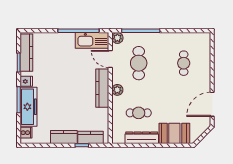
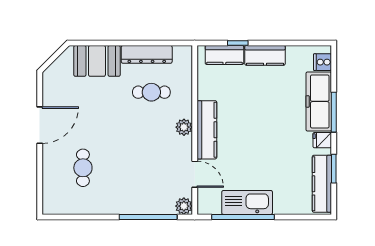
kitchen sink: (92, 40) -> (247, 202), moved
cafe table: (139, 63) -> (151, 168), removed
door: (212, 104) -> (40, 125), moved

